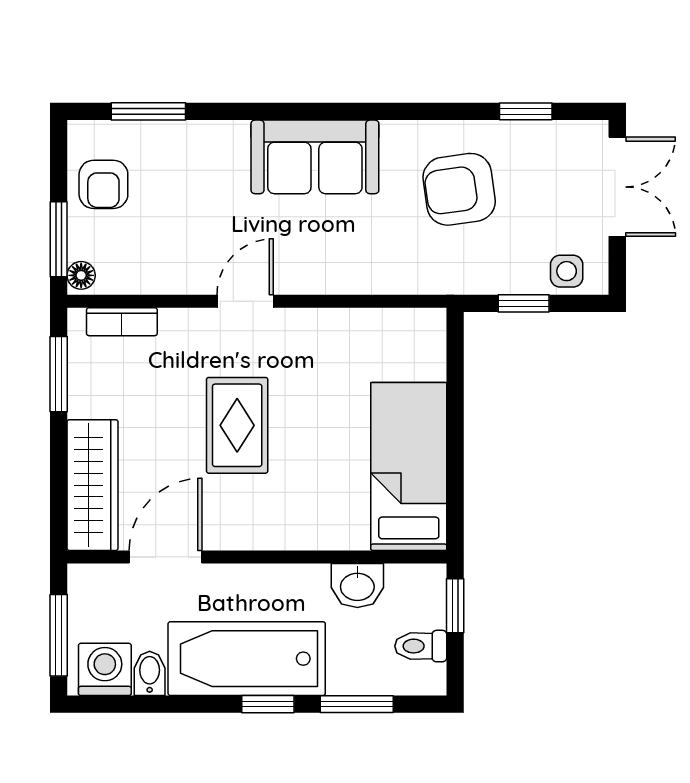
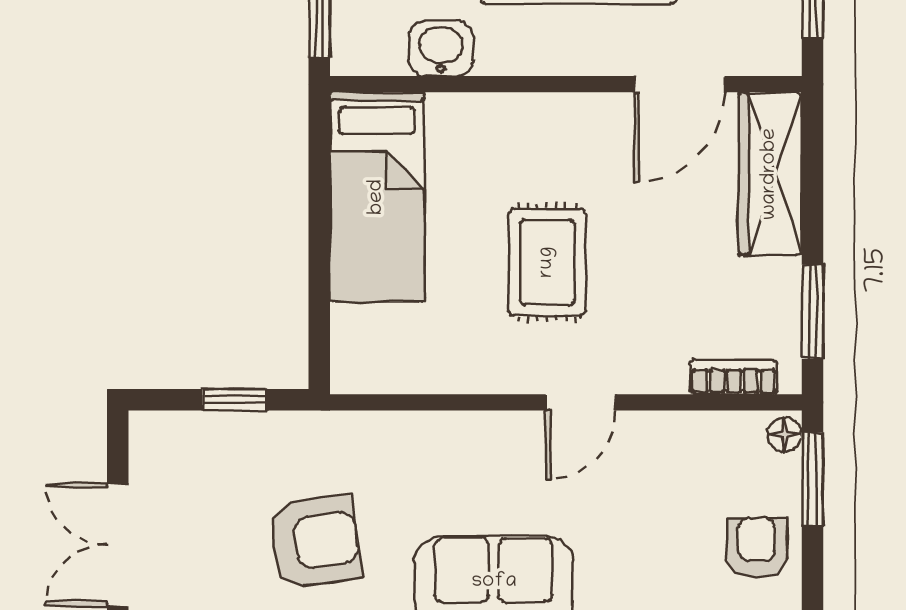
side table: (567, 271) -> (181, 440), removed
rug: (237, 425) -> (547, 262), moved

